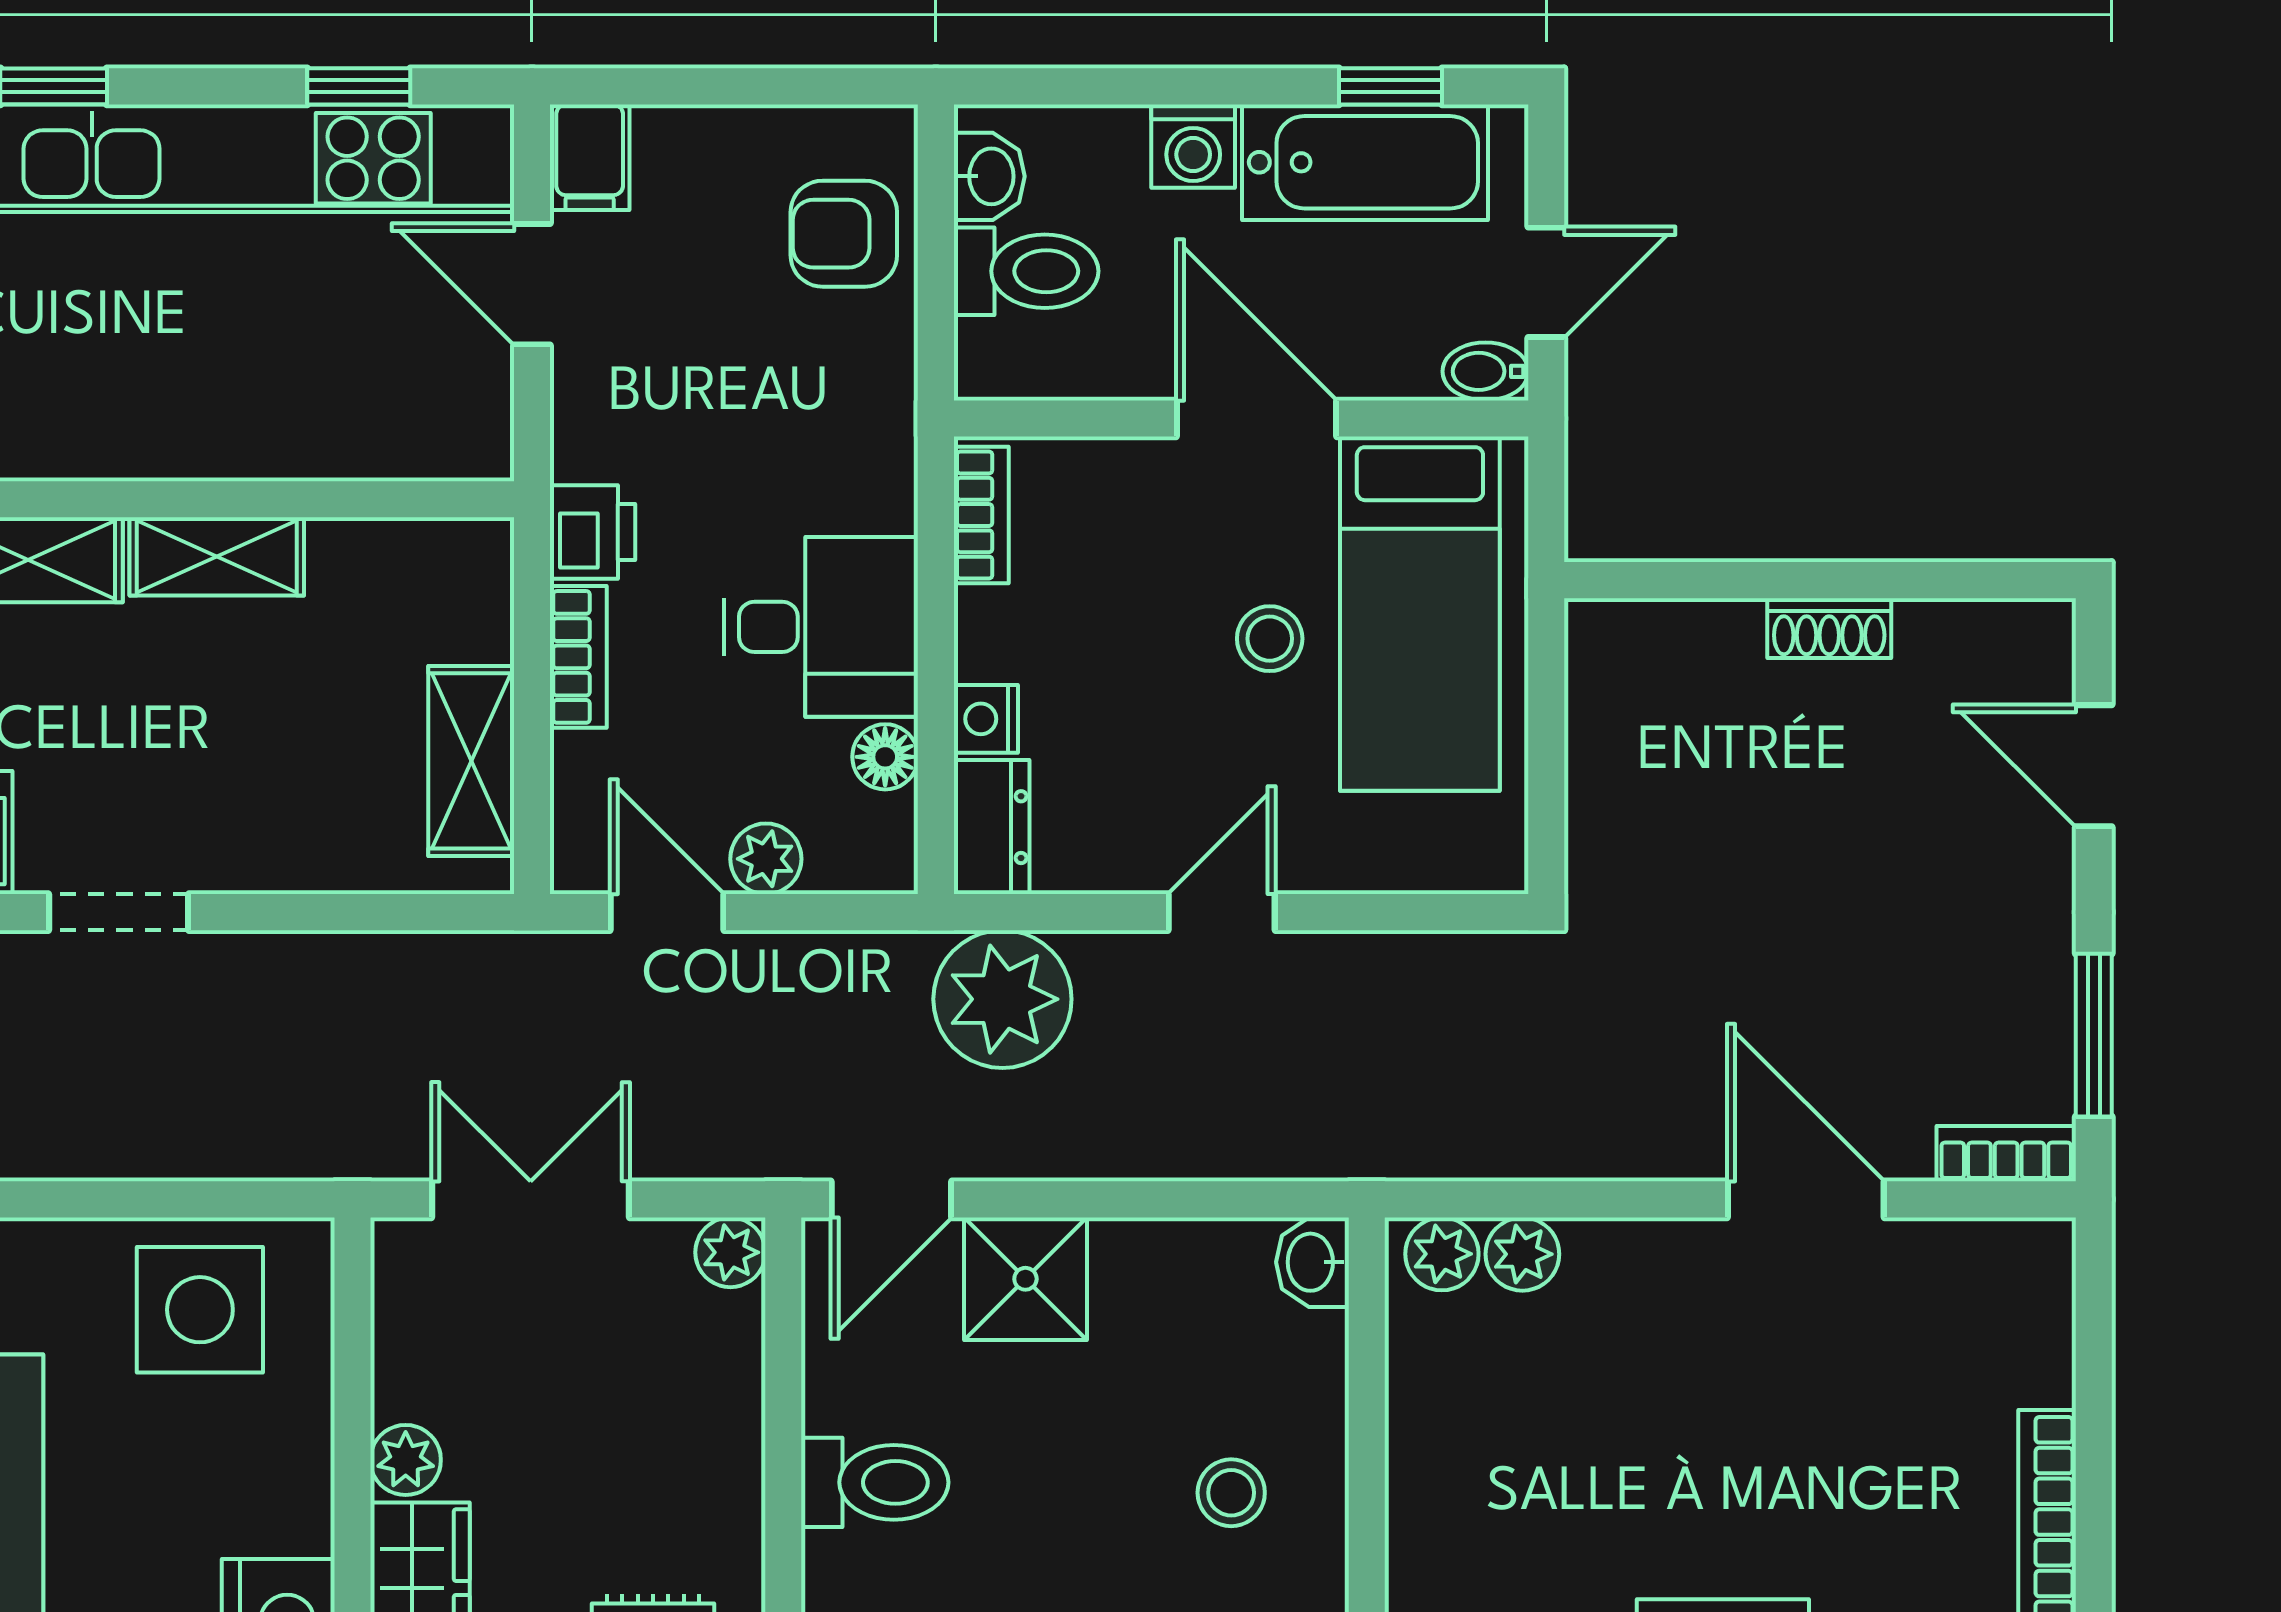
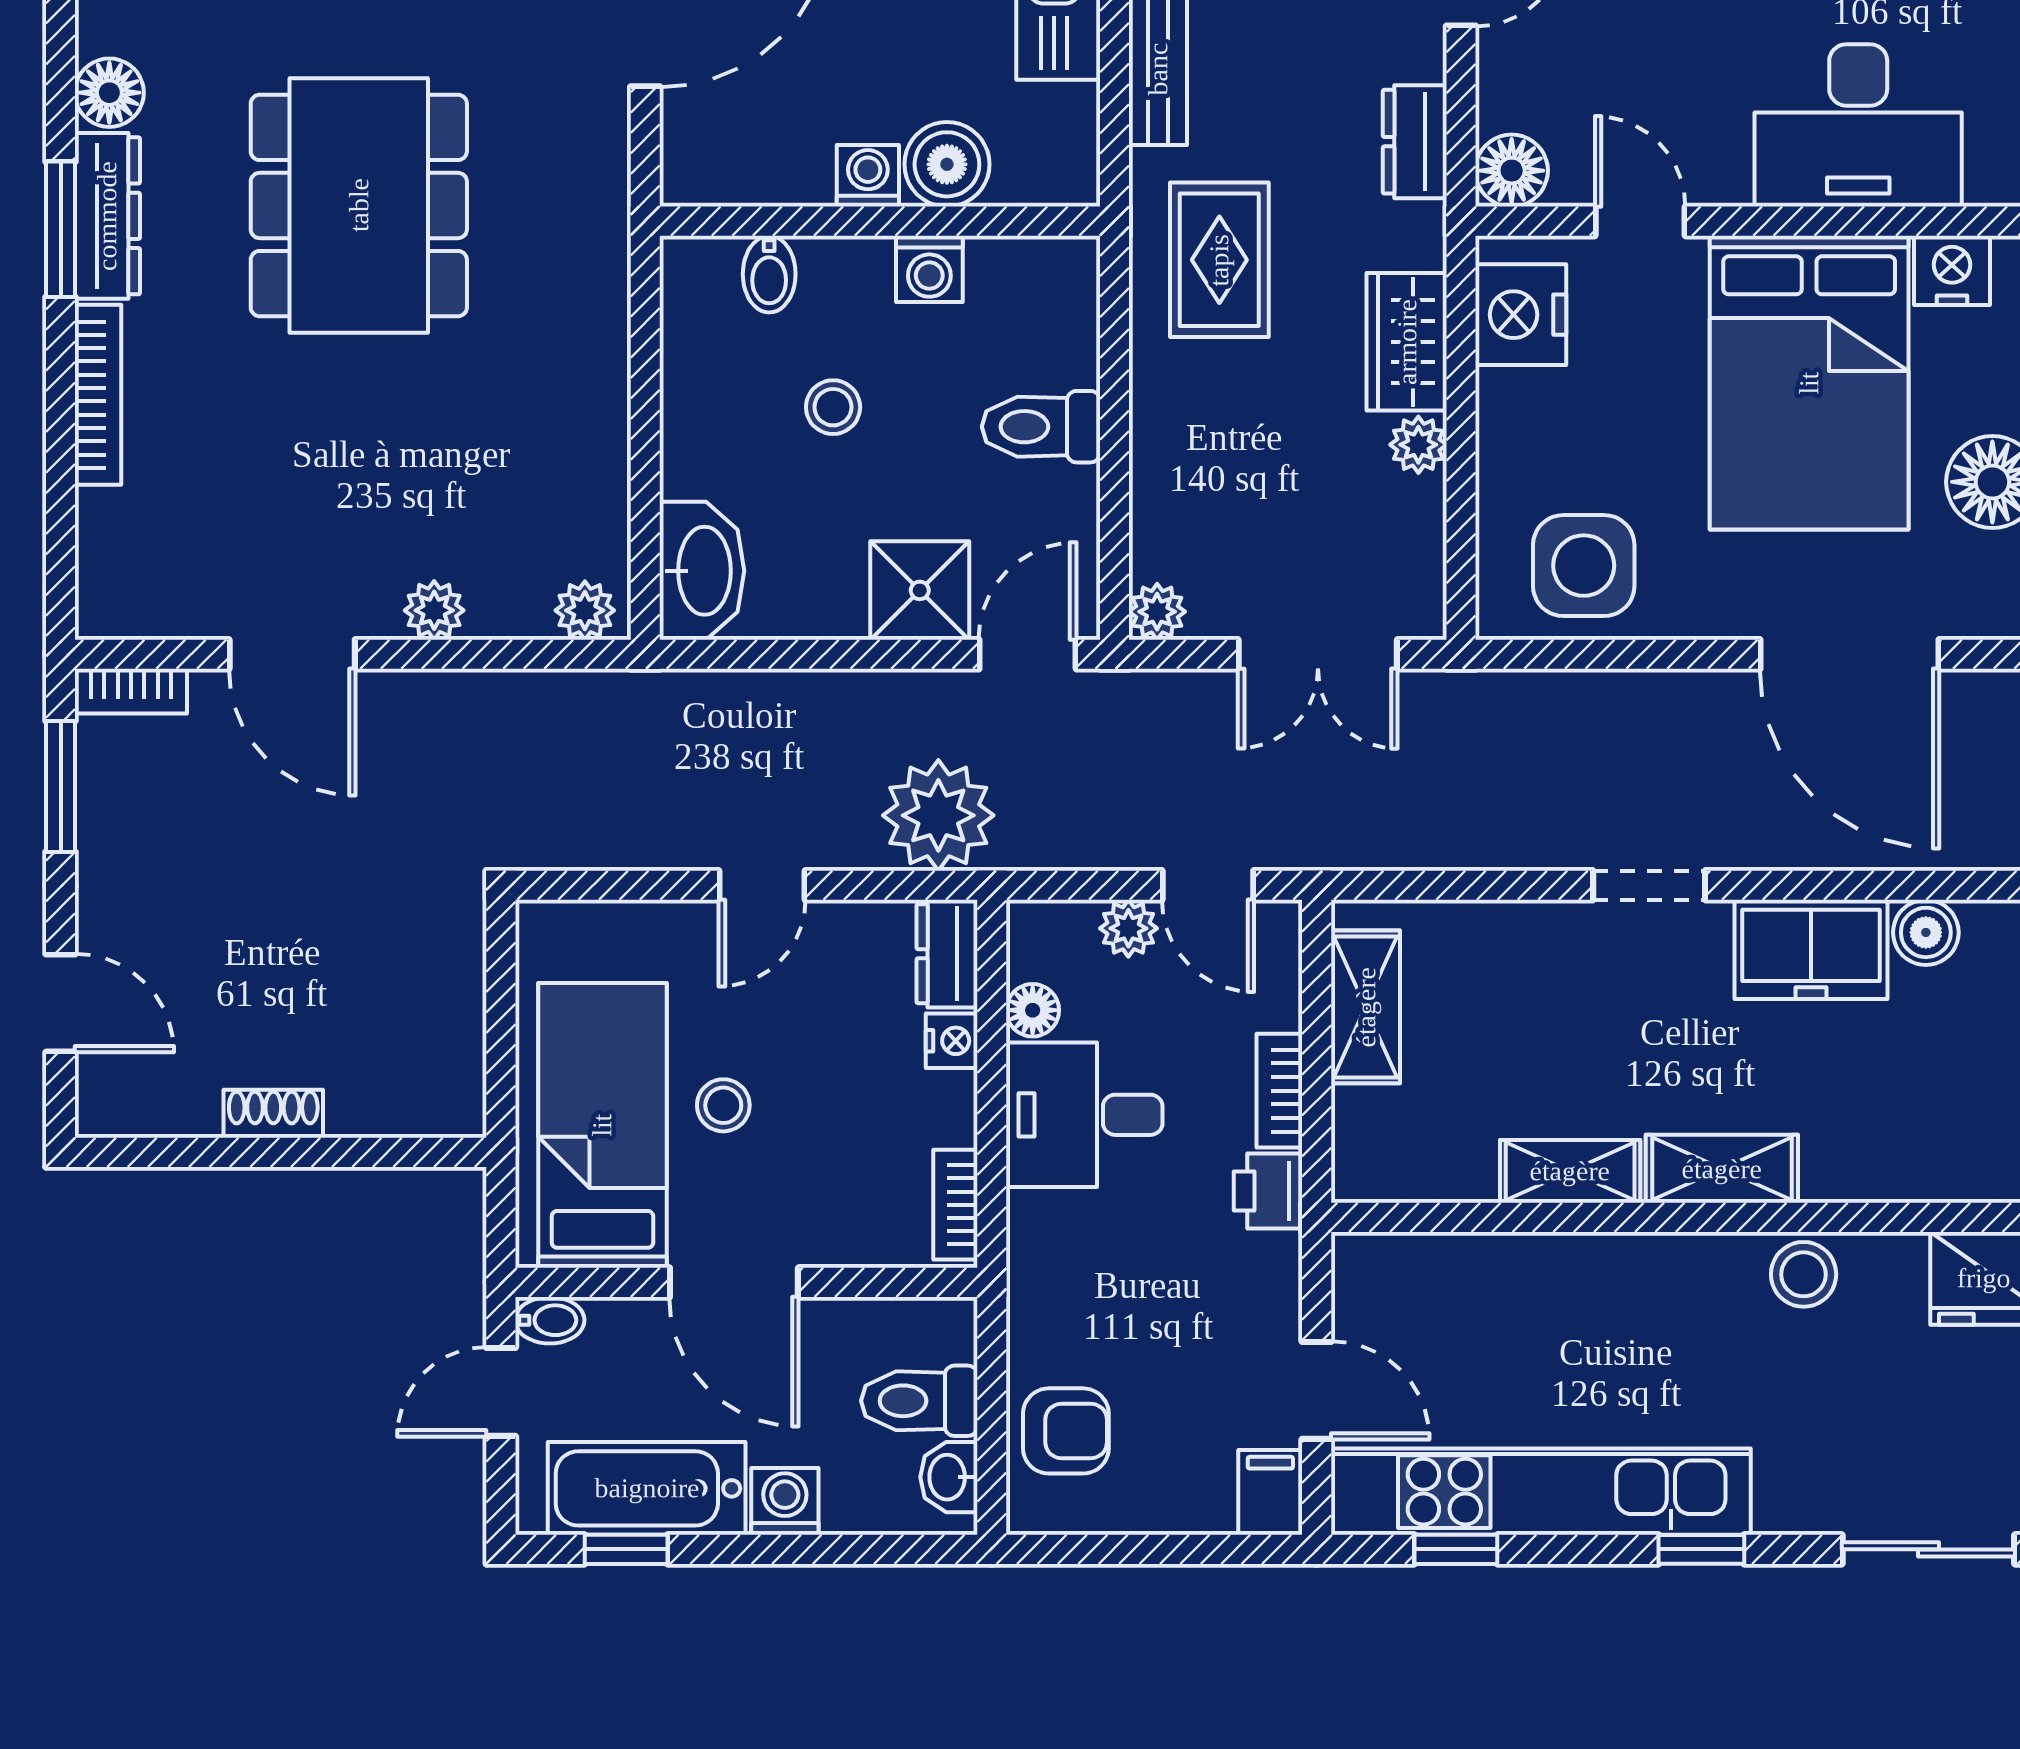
plant: (1522, 1254) -> (434, 610), moved
washbasin: (1312, 1262) -> (702, 571), width x1.91, depth x1.45
stool: (1231, 1493) -> (833, 407), moved

